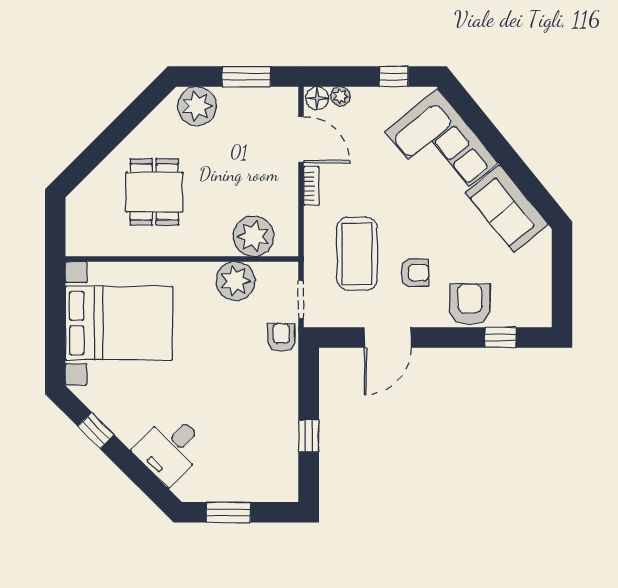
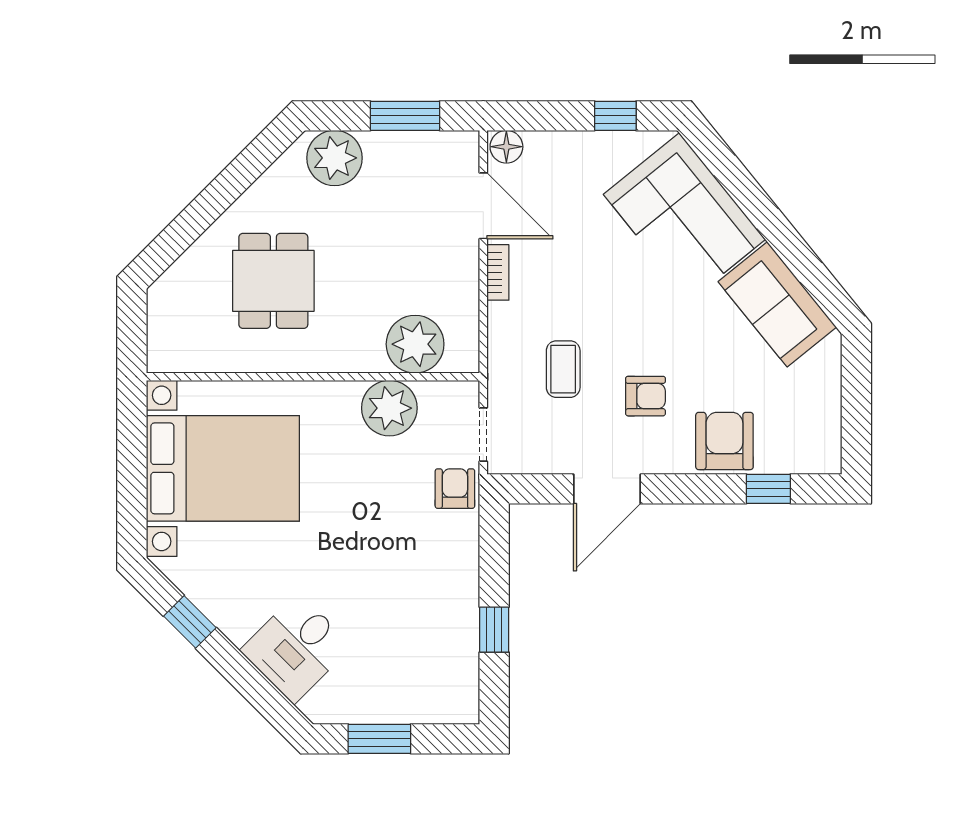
plant: (340, 96) -> (539, 144), removed
coffee table: (357, 254) -> (563, 369), width x0.54, depth x0.58

